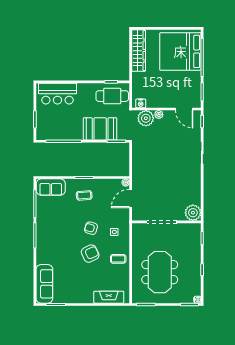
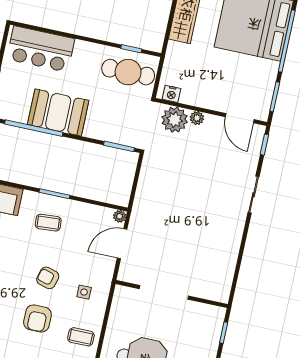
booth: (100, 129) -> (58, 112), moved
plant: (193, 213) -> (218, 288), removed
armchair: (90, 254) -> (37, 318), turned 116

